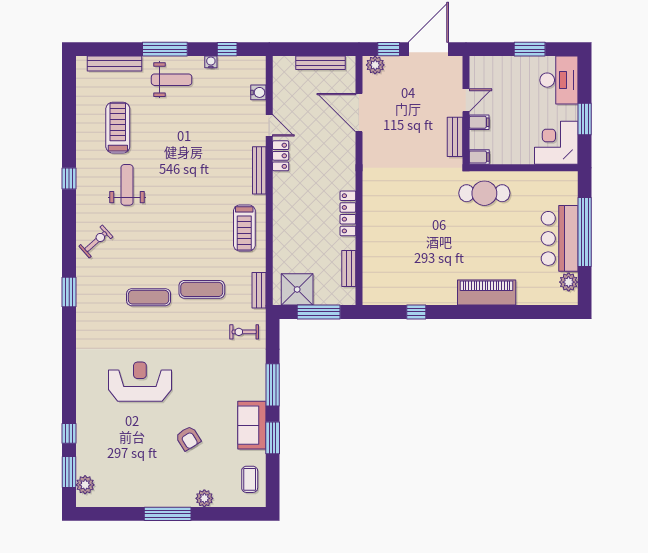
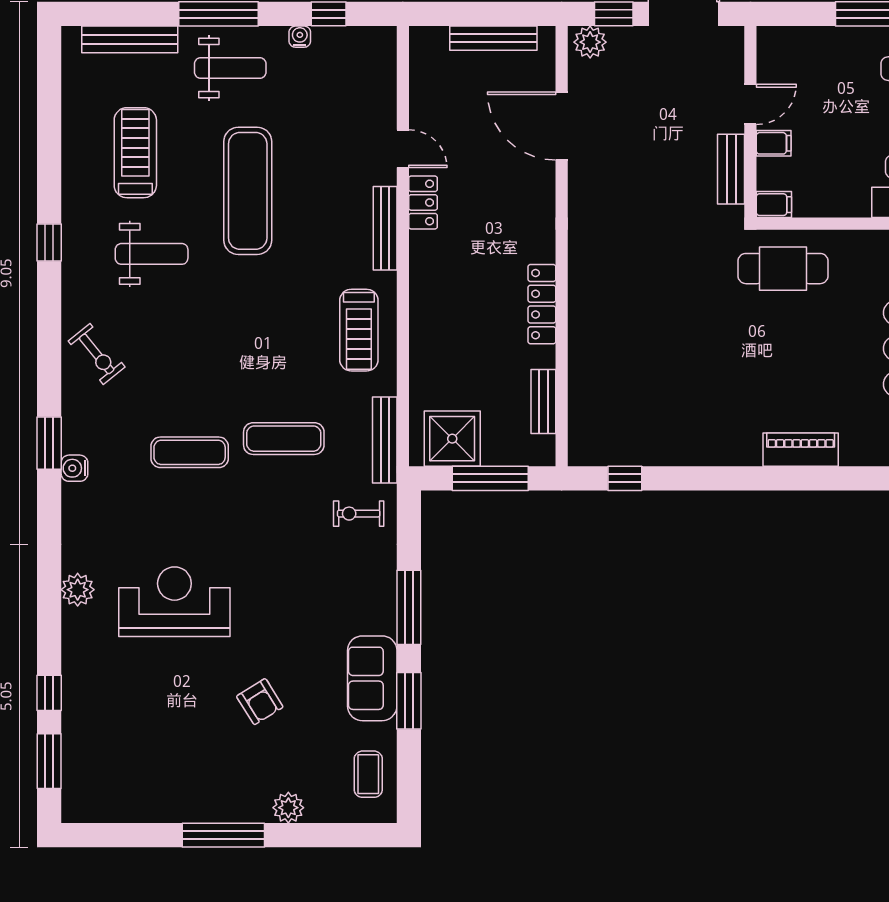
water cooler: (258, 92) -> (74, 468), moved, turned 180
exercise mat: (181, 149) -> (248, 191), added
weight bench: (127, 185) -> (152, 254), turned 90
exercise bike: (96, 242) -> (97, 354), turned 93
bench: (259, 290) -> (385, 440), width x1.36
piano: (487, 293) -> (801, 450), width x0.73, depth x0.75
window: (416, 312) -> (625, 478), moved
plant: (85, 485) -> (78, 590), moved

